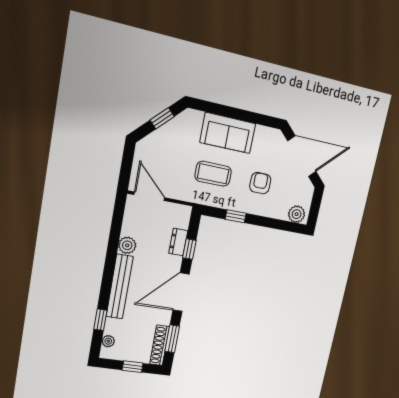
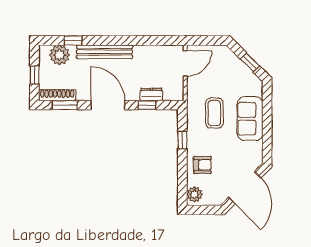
armchair: (260, 183) -> (202, 165), moved
plant: (127, 245) -> (141, 52), removed
plant: (108, 341) -> (60, 55), width x1.87, depth x1.87

